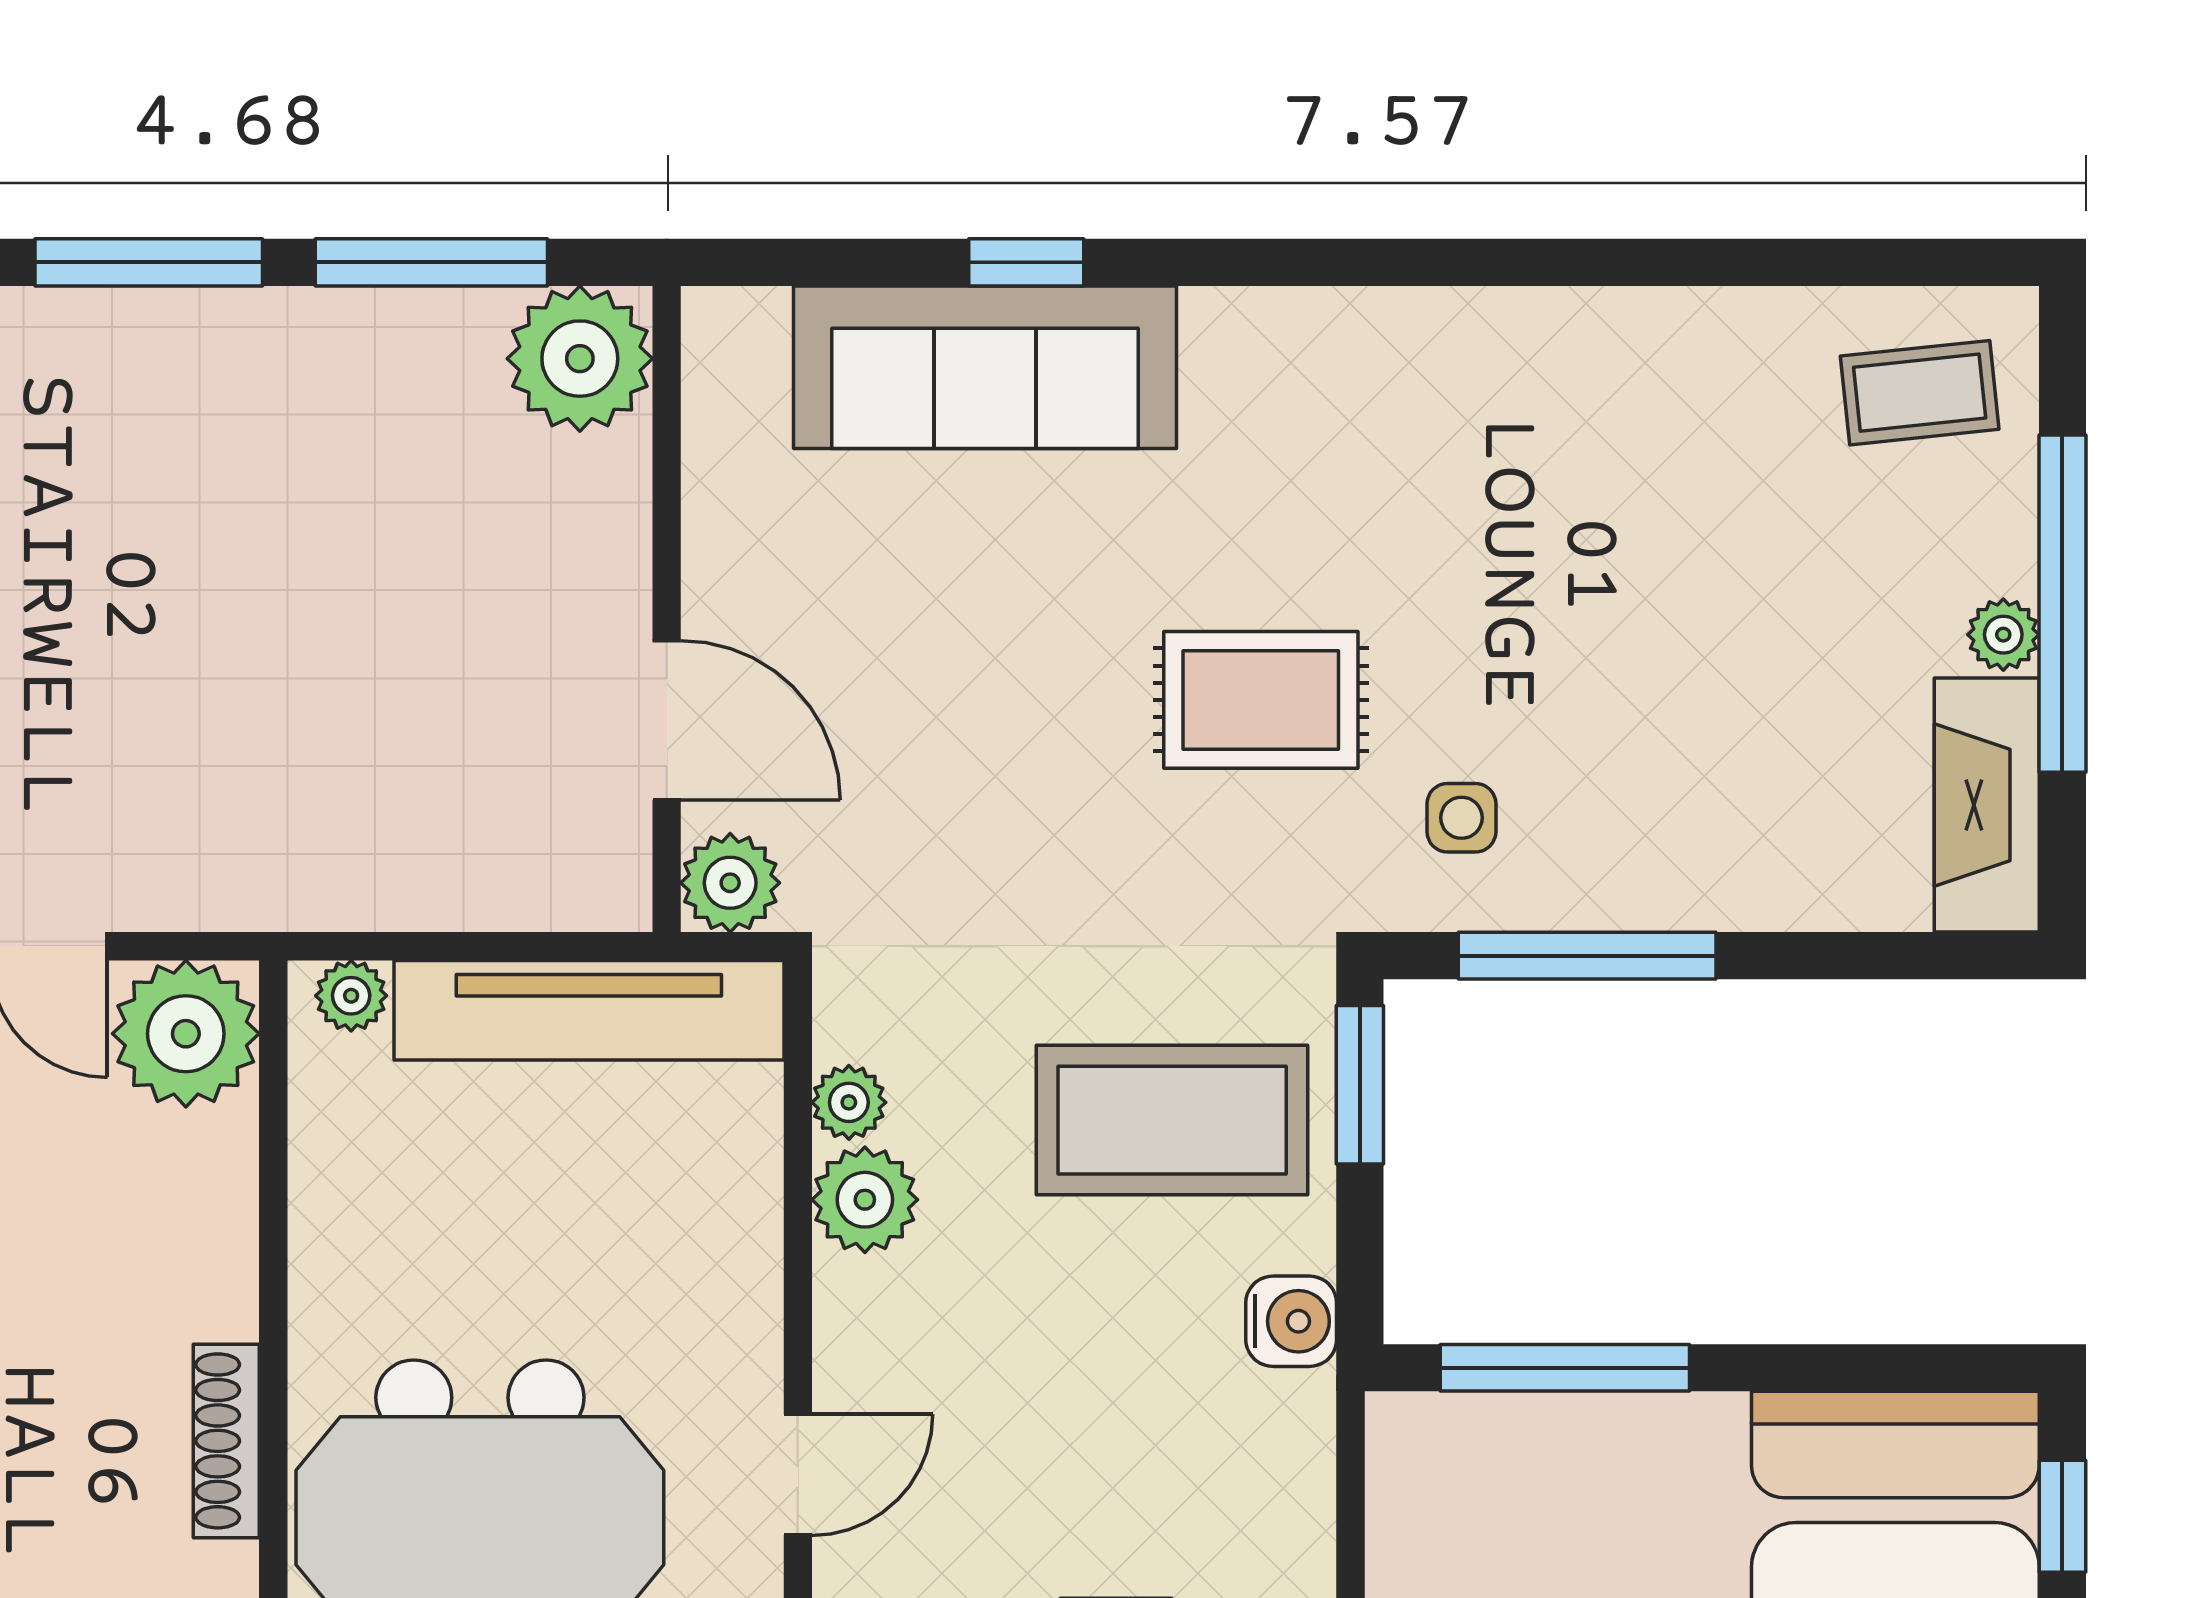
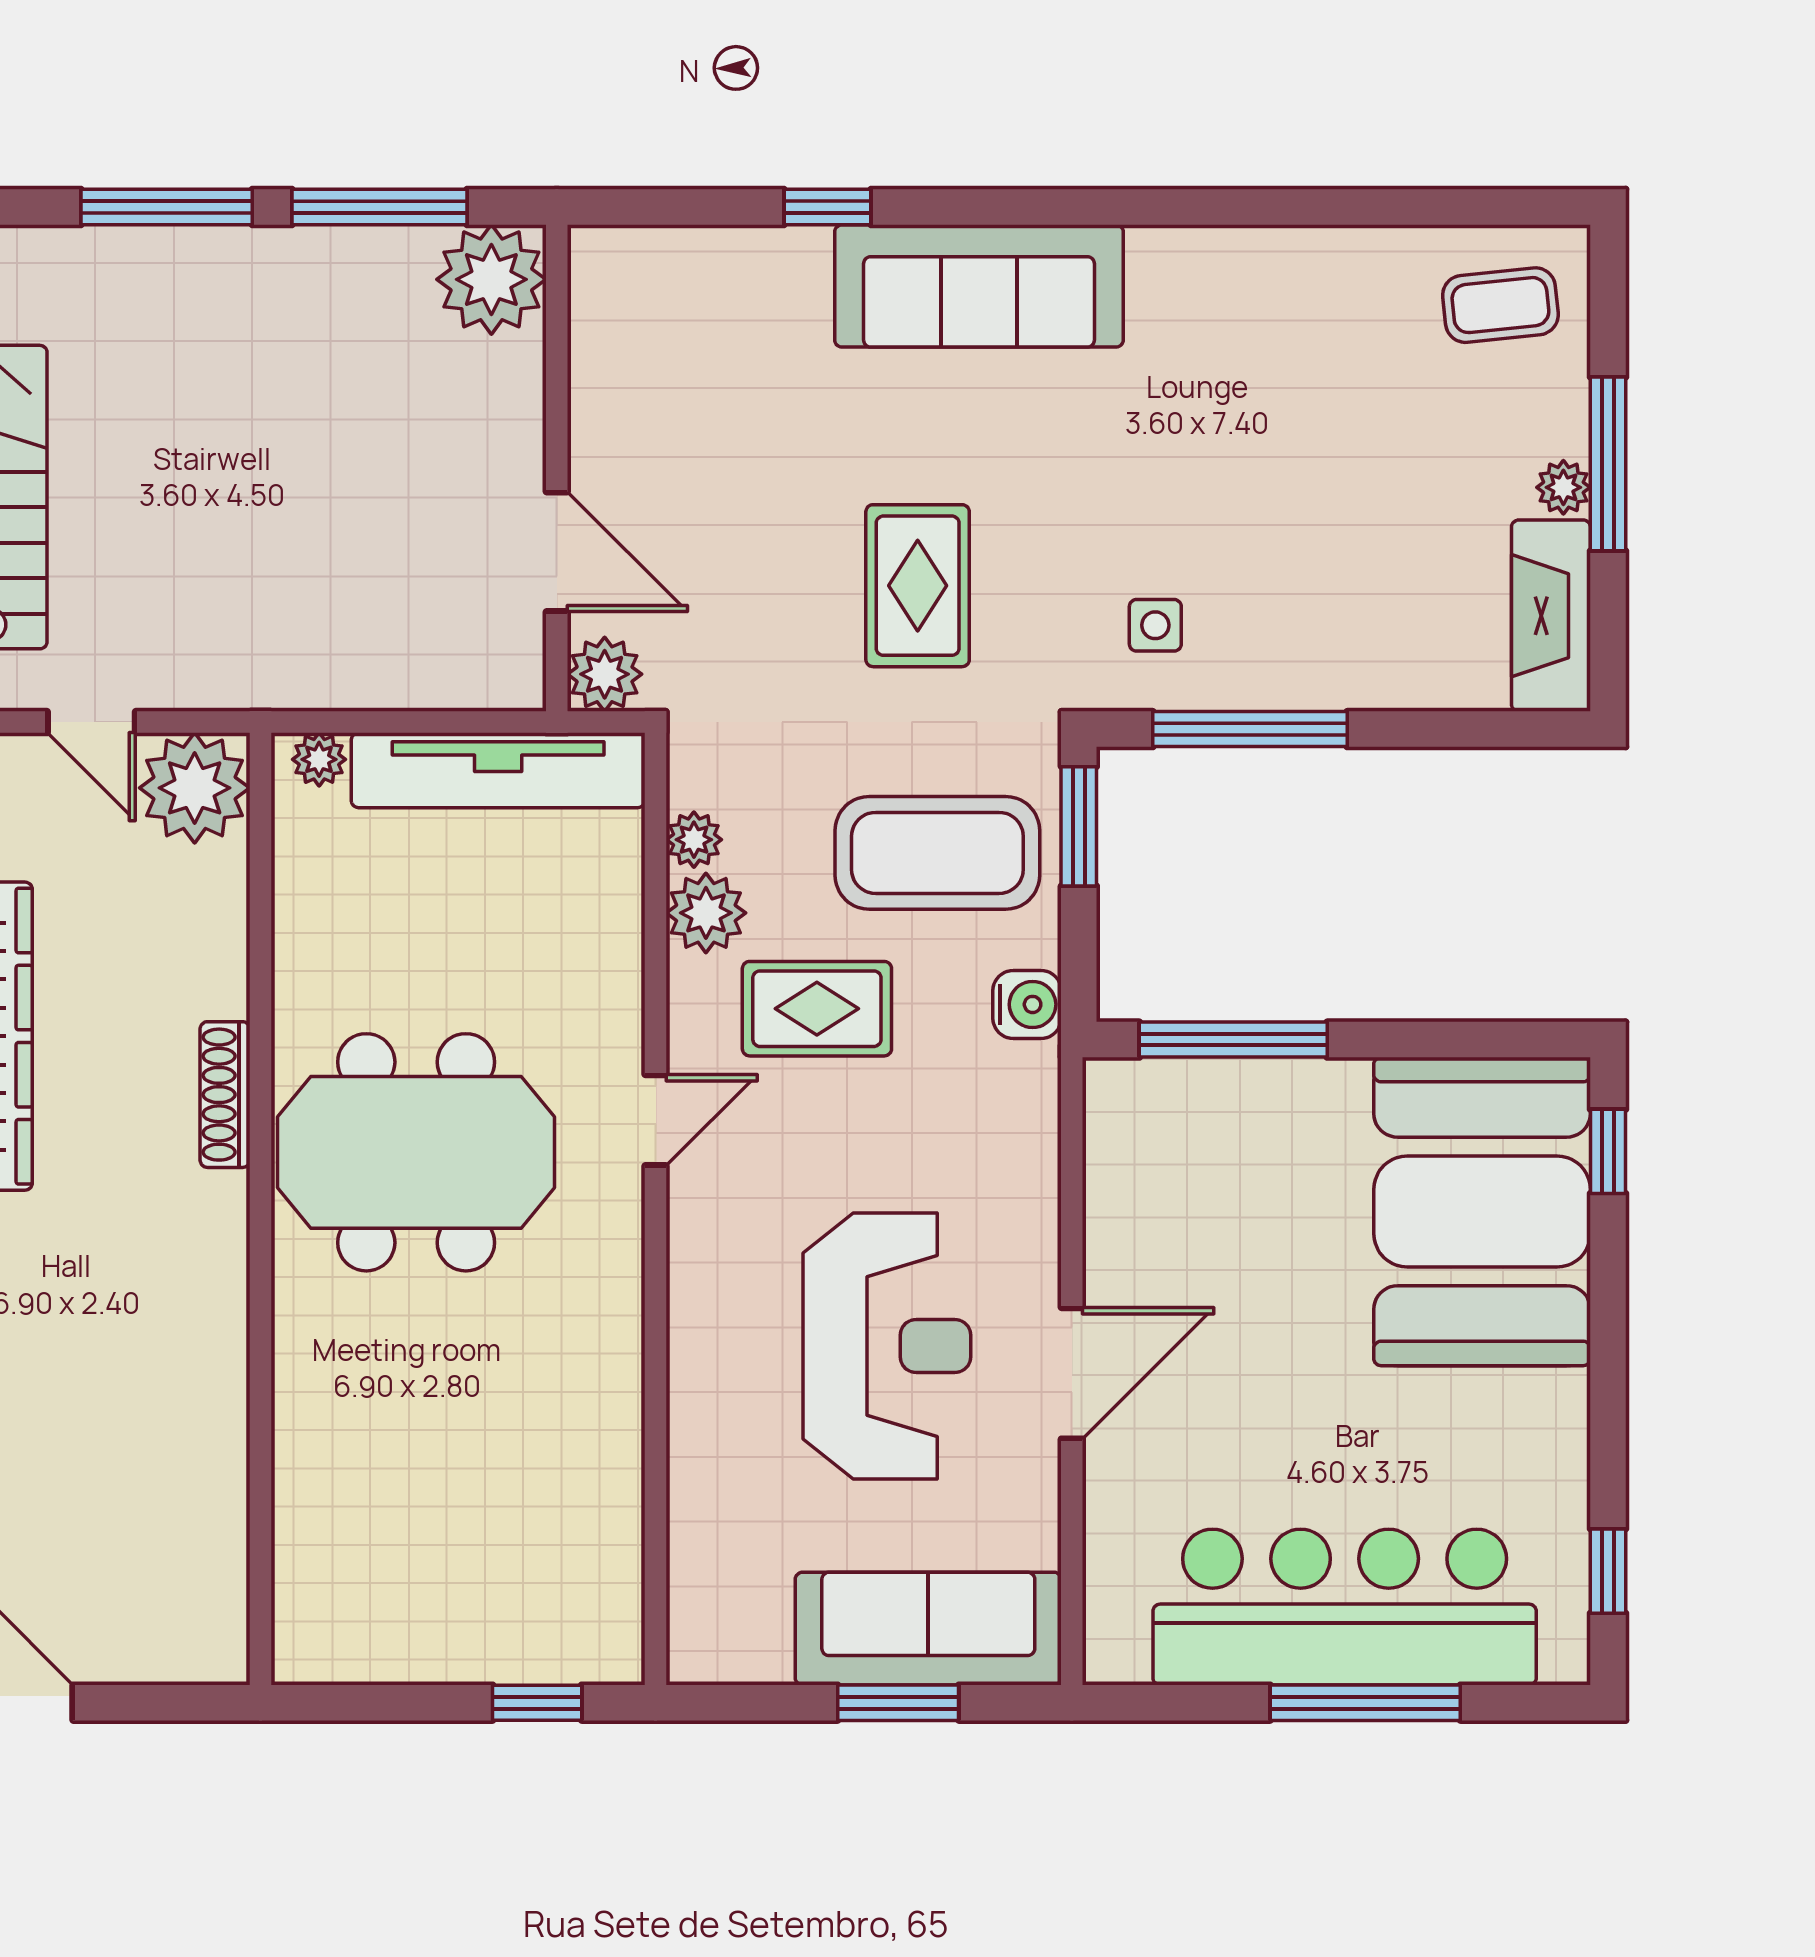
sofa: (985, 367) -> (979, 286), moved
window: (2062, 604) -> (1608, 464), width x0.68
rug: (1261, 700) -> (918, 586), moved, turned 90
rug: (1012, 1327) -> (817, 1009), added

